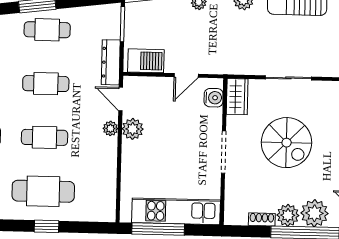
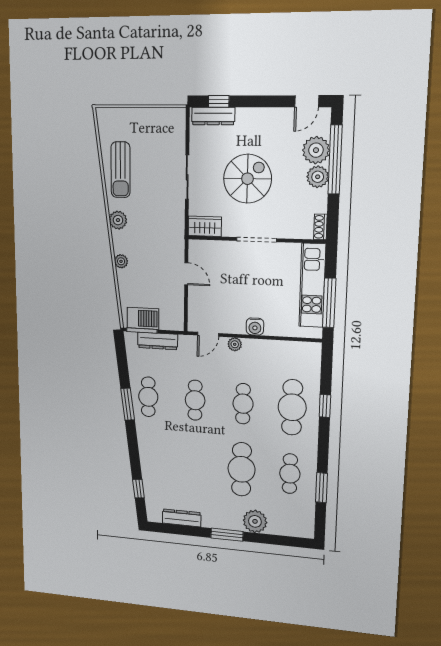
barbecue: (146, 61) -> (143, 318), moved, turned 90
dresser: (111, 62) -> (158, 341), moved
water cooler: (214, 98) -> (255, 327), moved, turned 180
plant: (133, 129) -> (235, 324), removed
shoe rack: (262, 219) -> (320, 227), moved

